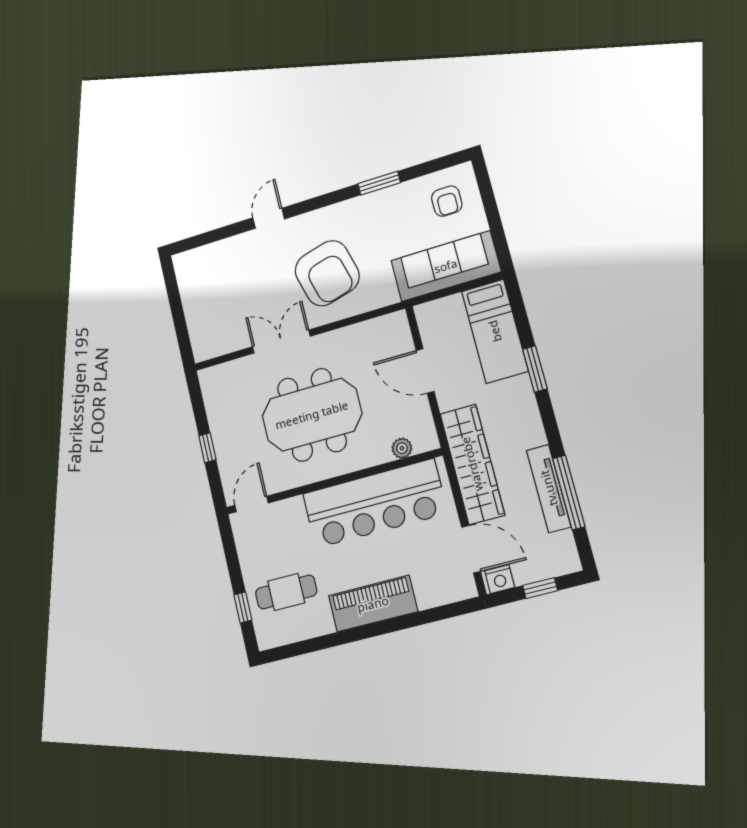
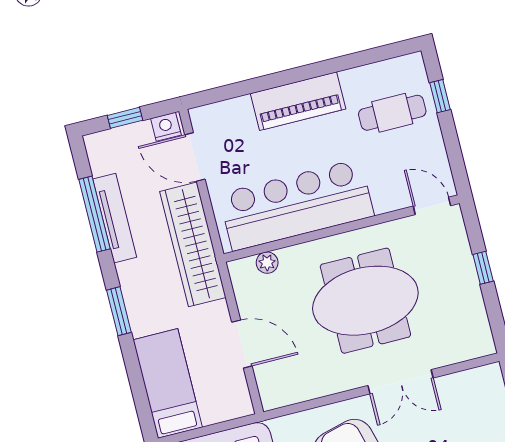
window: (535, 369) -> (119, 311), moved
door: (251, 504) -> (432, 206), swing flipped

